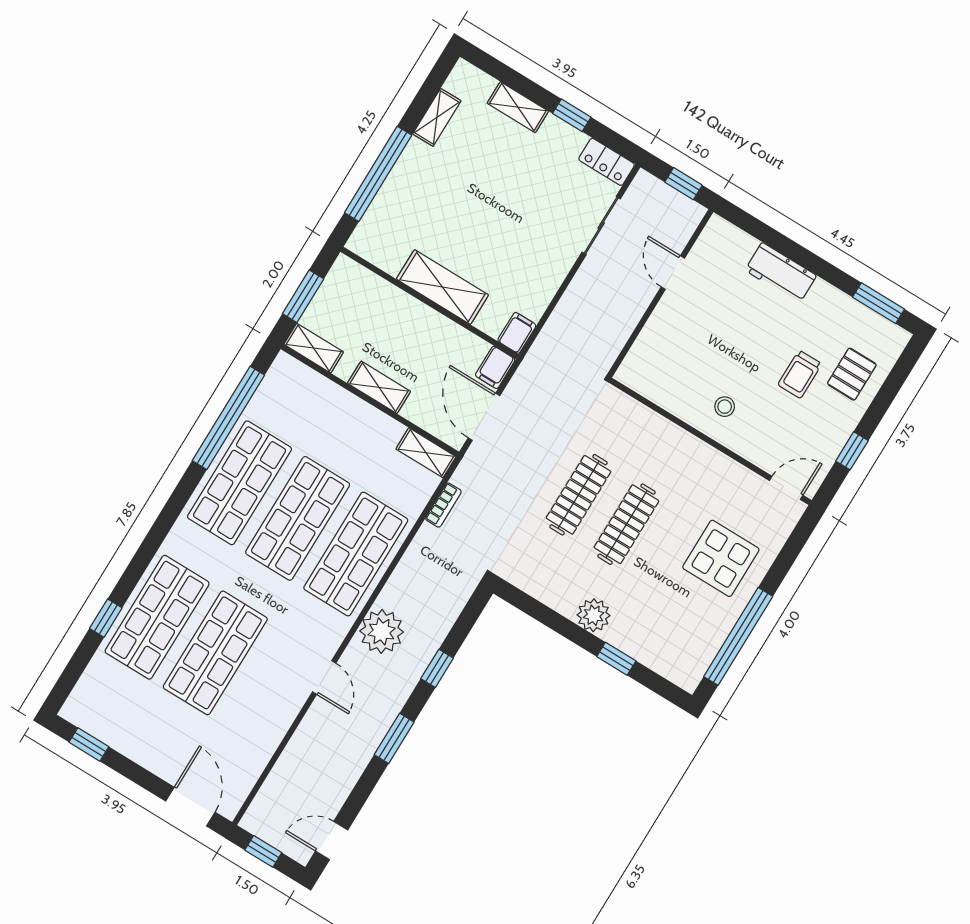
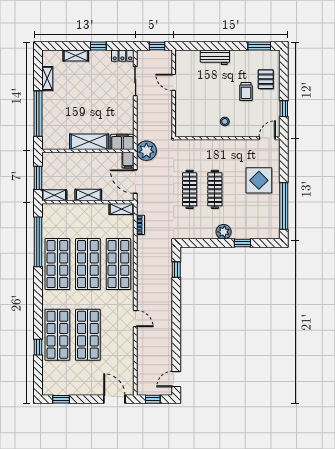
filing cabinet: (517, 333) -> (122, 142), width x2.00
plant: (382, 631) -> (146, 151), moved
window: (437, 668) -> (176, 270), moved
window: (394, 738) -> (176, 326), removed

